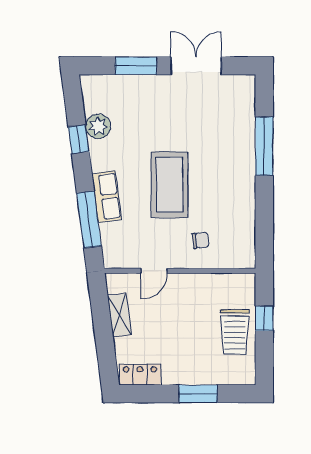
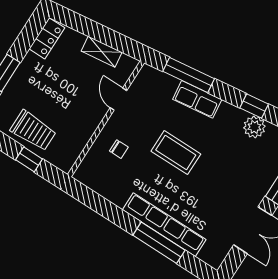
row of seats: (244, 152) -> (164, 225), added
coffee table: (169, 185) -> (176, 153), width x0.73, depth x0.76
chair: (201, 240) -> (119, 149), turned -84
trolley: (235, 332) -> (33, 131), turned 180

